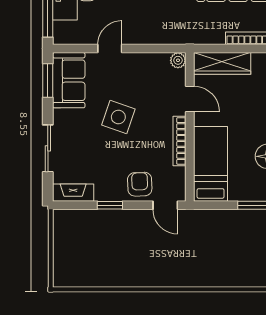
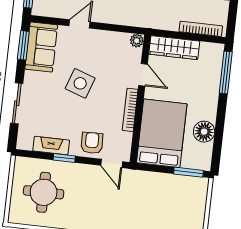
bed: (211, 164) -> (162, 133), width x1.50
fireplace: (73, 193) -> (51, 146), moved
round table: (90, 247) -> (44, 192), added

